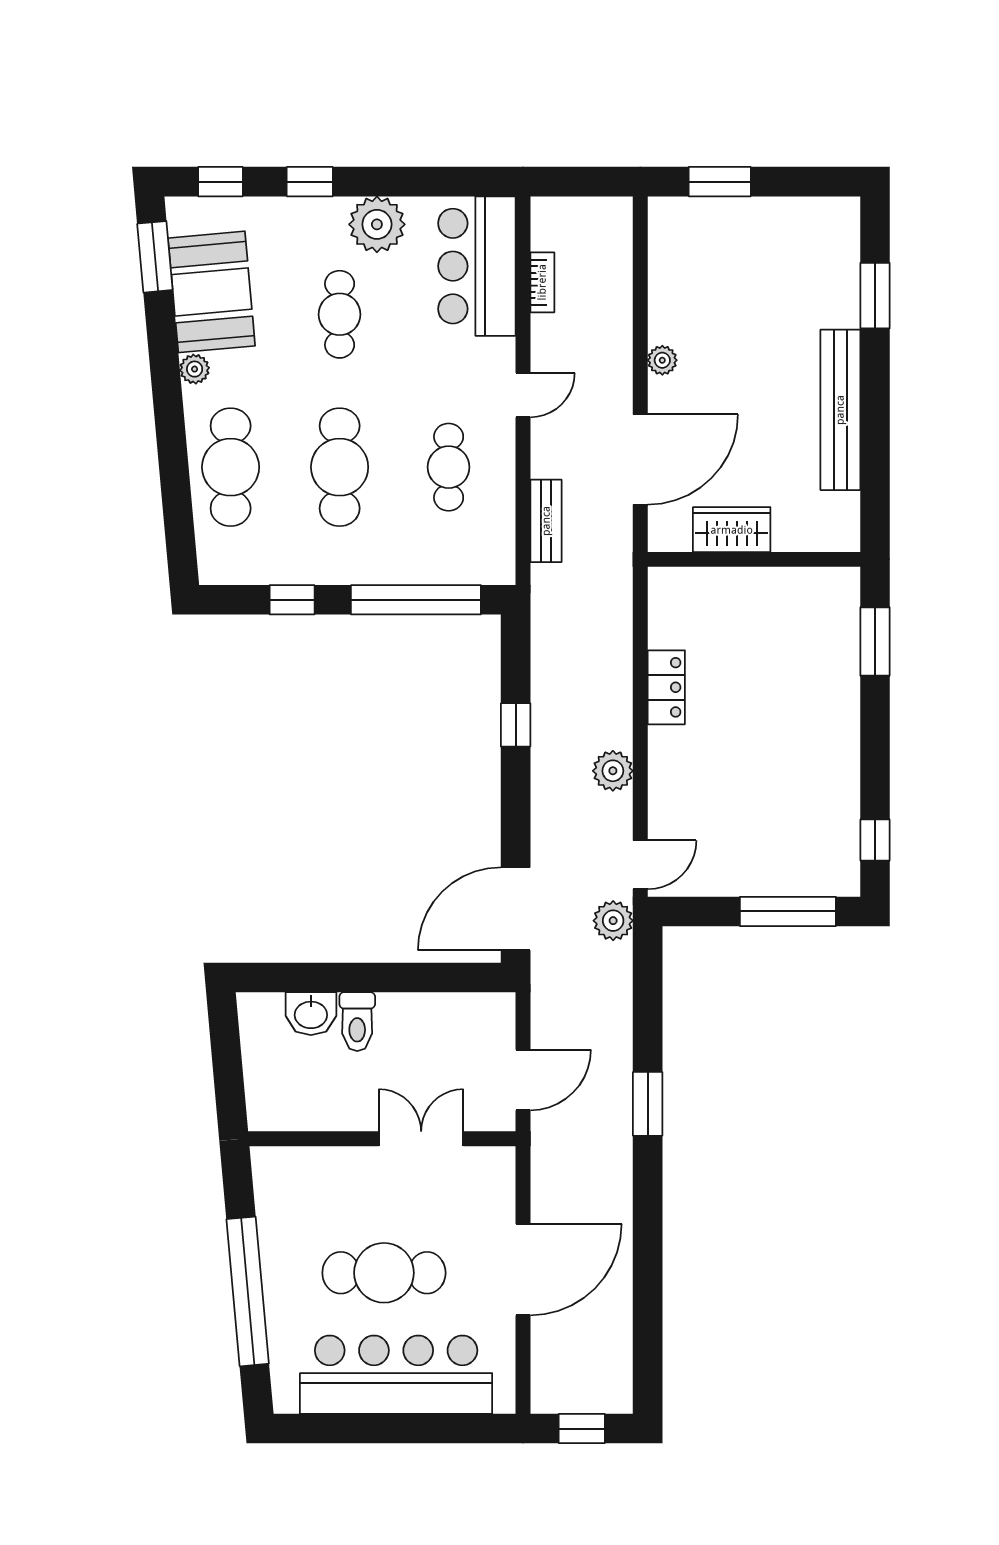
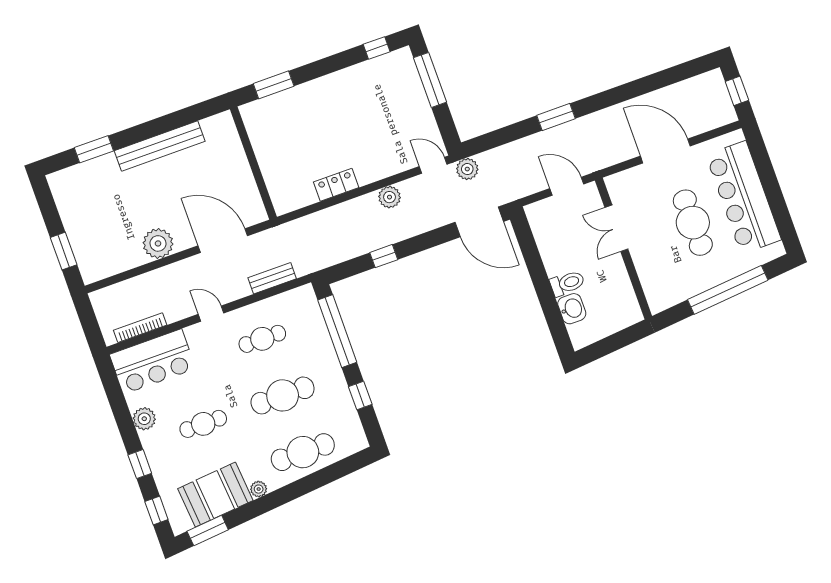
plant: (377, 224) -> (144, 419), width x0.73, depth x0.73
bookcase: (542, 282) -> (140, 328), width x1.56
plant: (662, 360) -> (158, 243), width x1.88, depth x1.88
wardrobe: (732, 530) -> (242, 180), removed

